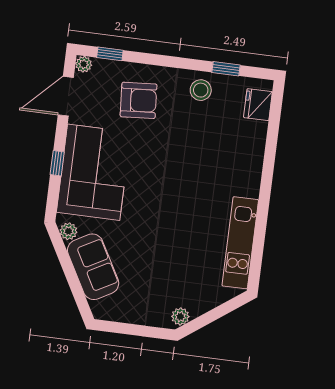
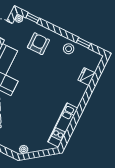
armchair: (139, 100) -> (38, 44), turned -86
fridge: (258, 105) -> (87, 76), moved

